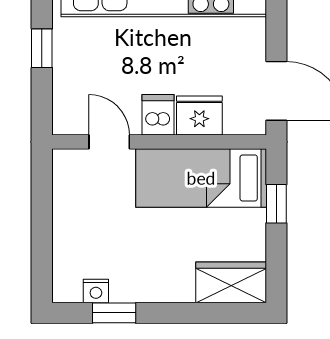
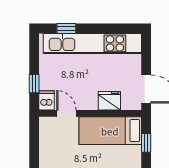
window: (42, 48) -> (34, 84), moved
dishwasher: (158, 115) -> (47, 100), moved

